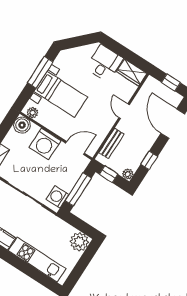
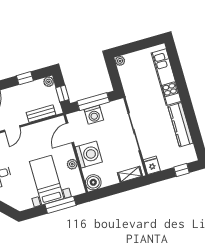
window: (40, 72) -> (60, 205), moved
plant: (32, 113) -> (72, 164), moved
door: (75, 148) -> (70, 133), hinge flipped
washing machine: (57, 197) -> (94, 115), moved
plant: (79, 242) -> (120, 61), width x0.53, depth x0.53

